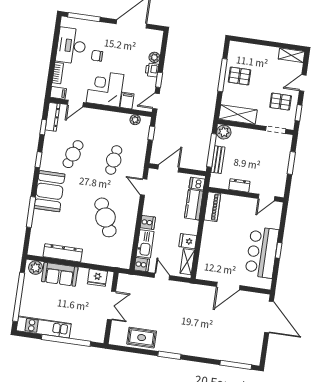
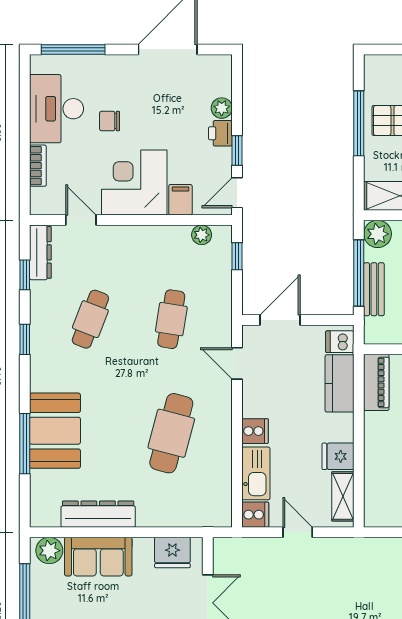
filing cabinet: (58, 93) -> (44, 204), removed
door: (75, 104) -> (81, 220), swing flipped
booth: (49, 191) -> (55, 431), moved
cafe table: (105, 217) -> (171, 433), turned 39

